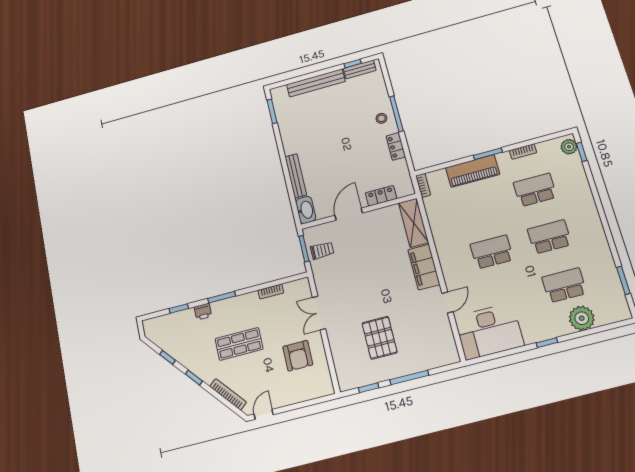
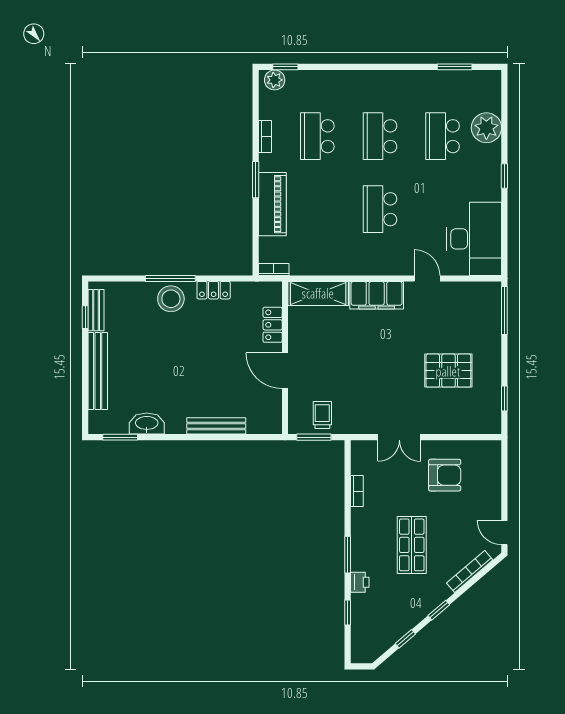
stool: (381, 118) -> (171, 299), width x1.89, depth x1.89
washbasin: (306, 210) -> (147, 424), moved
window: (409, 378) -> (504, 311), moved

